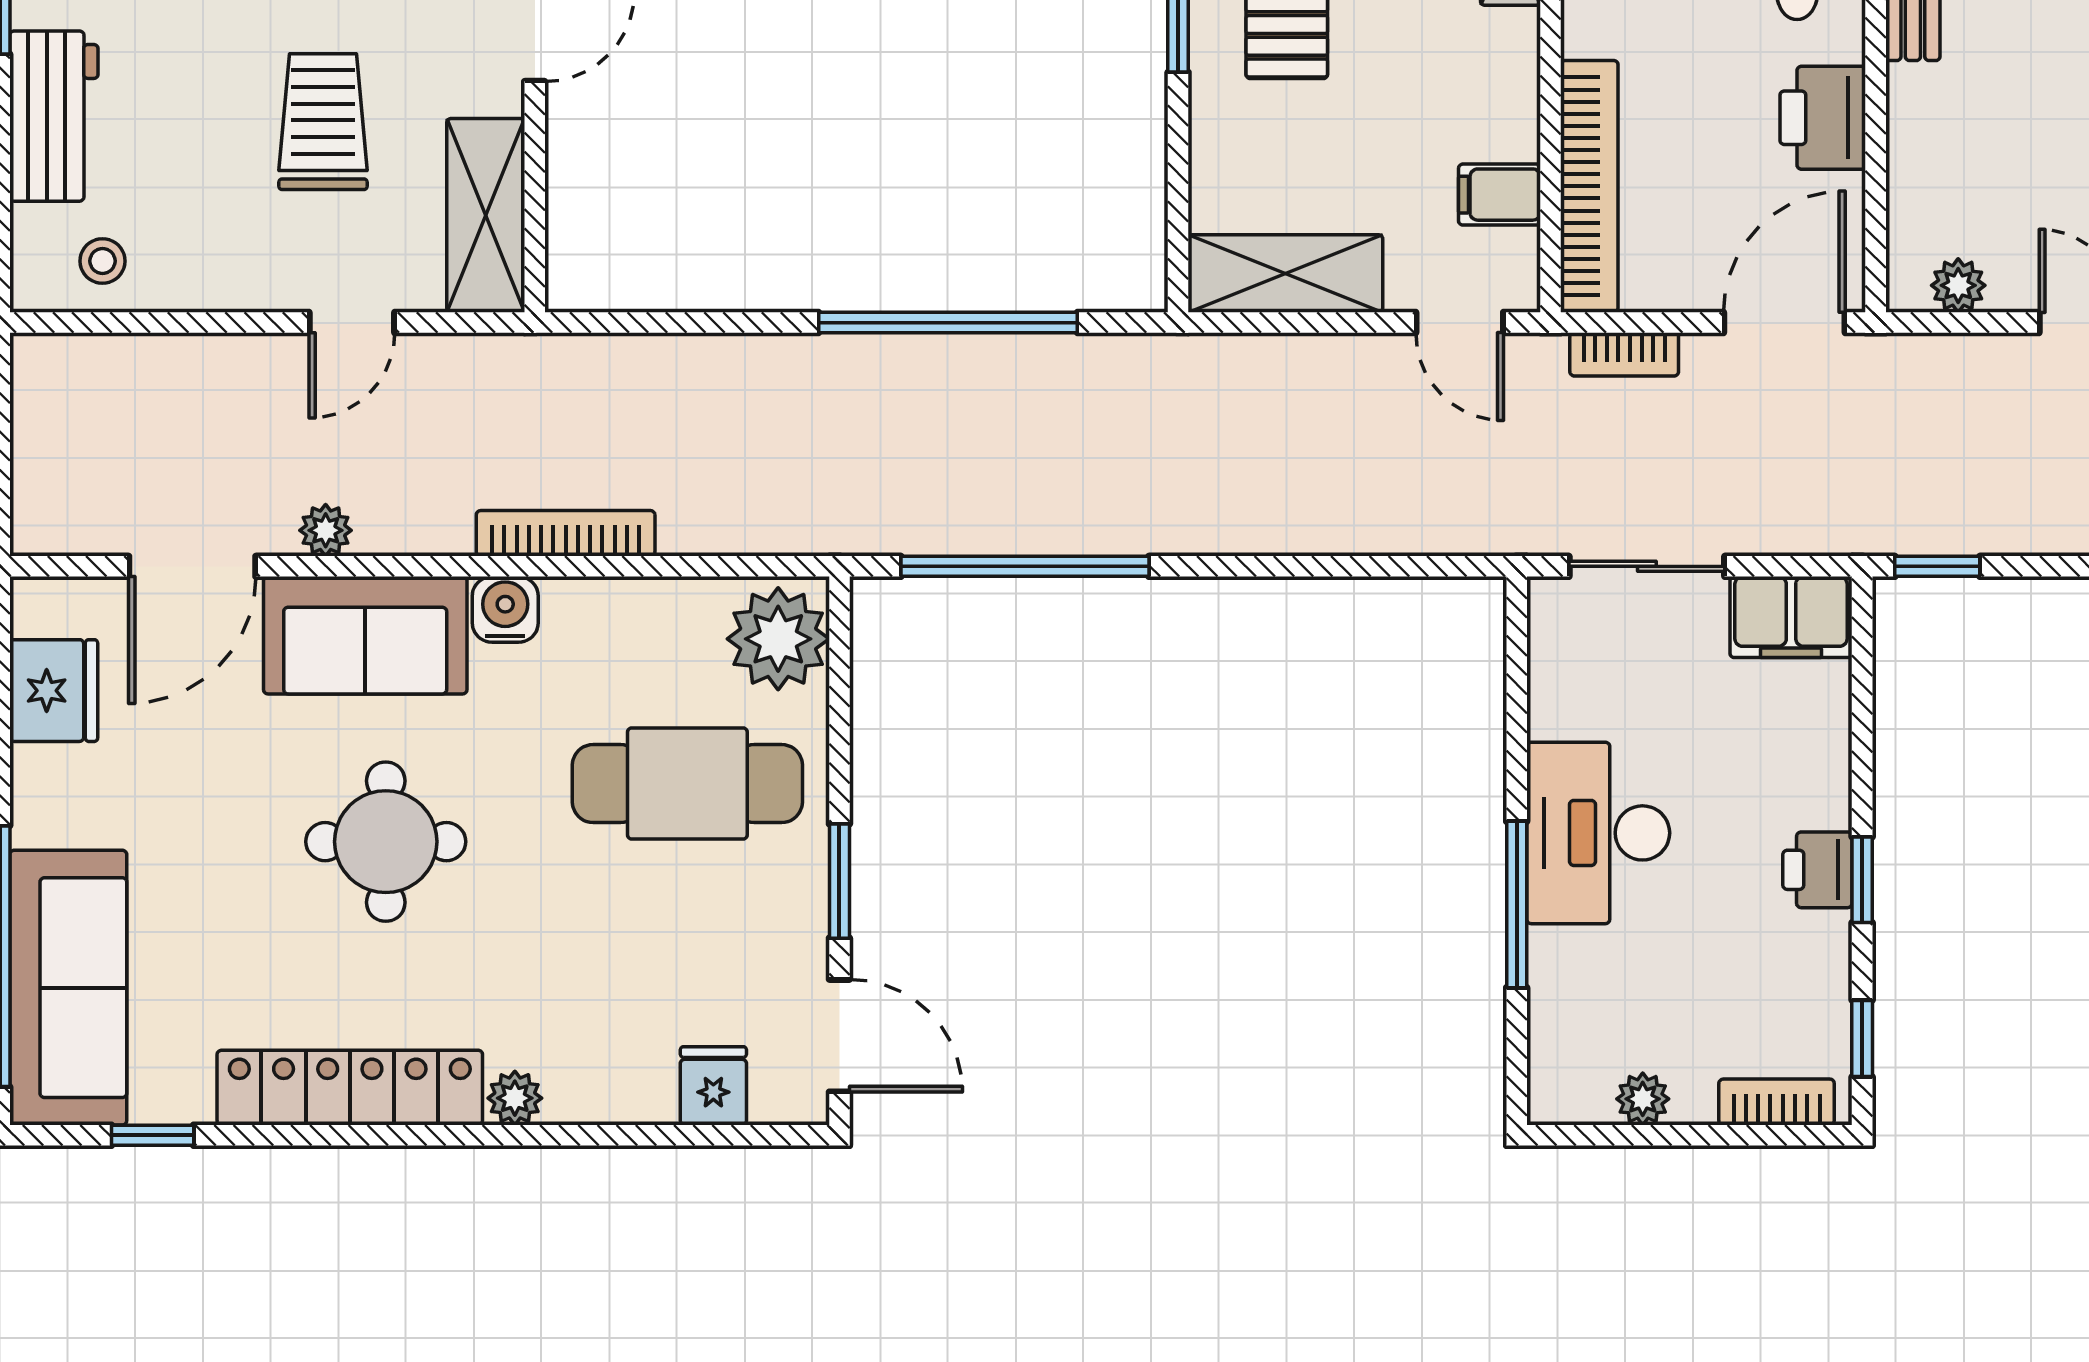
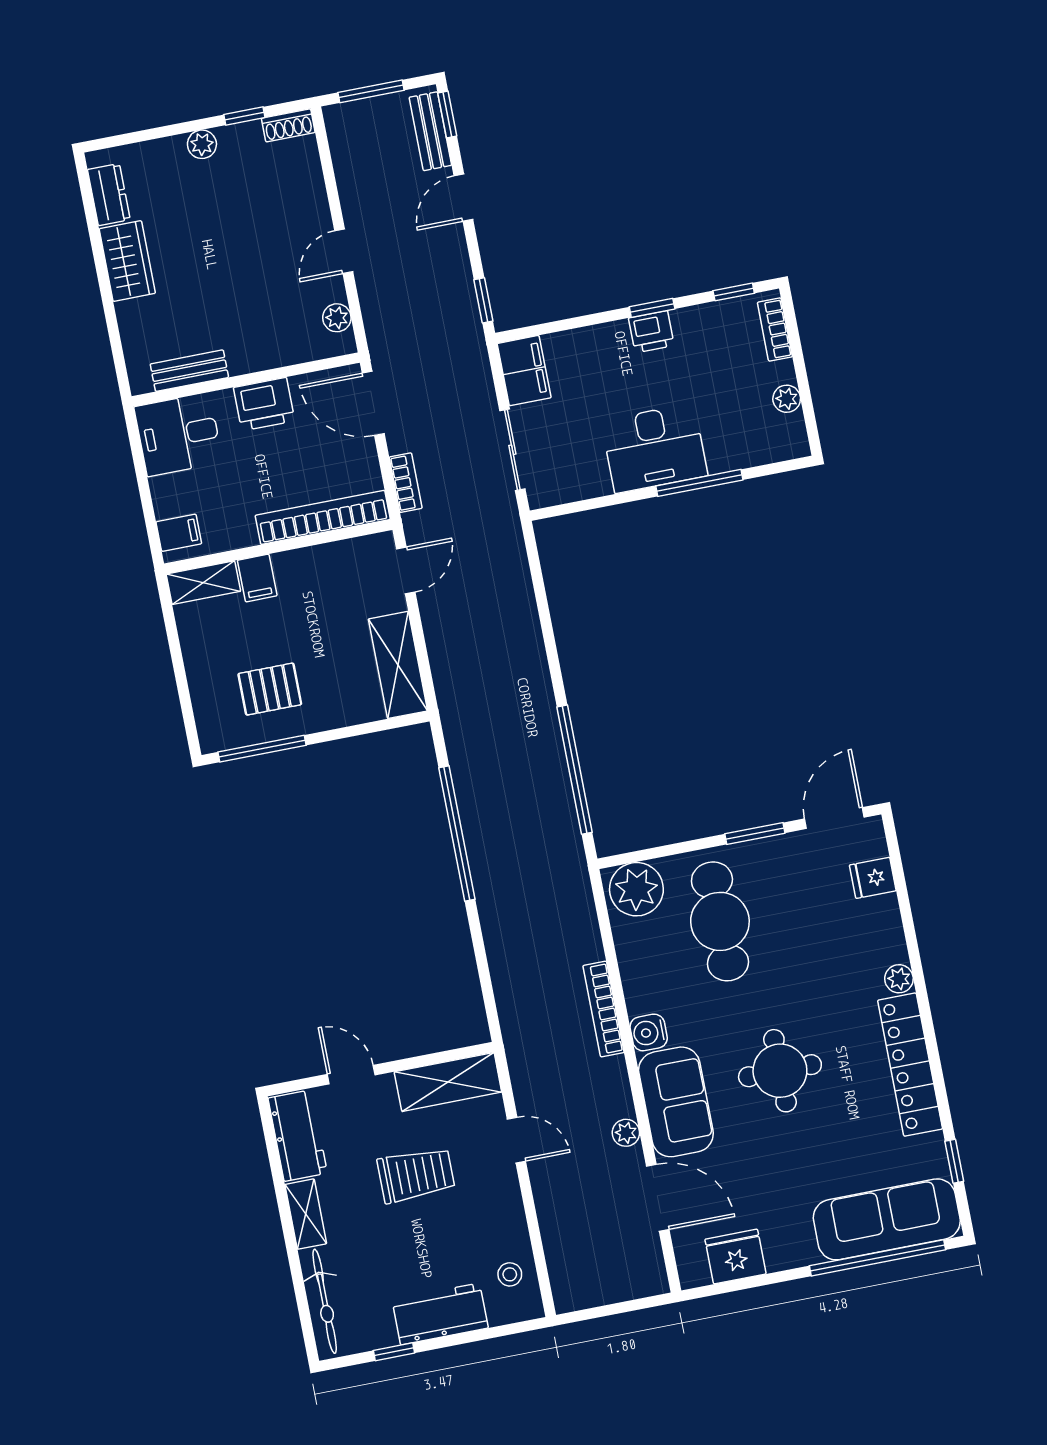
trolley: (323, 122) -> (416, 1175), turned 180
filing cabinet: (1500, 195) -> (257, 578), moved

